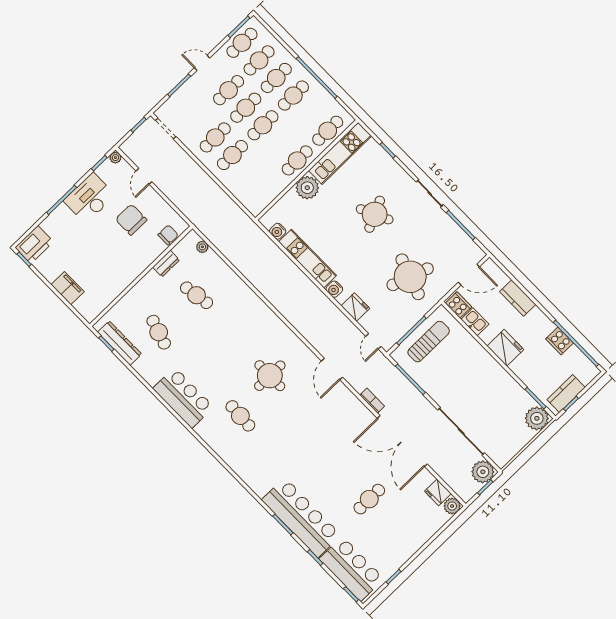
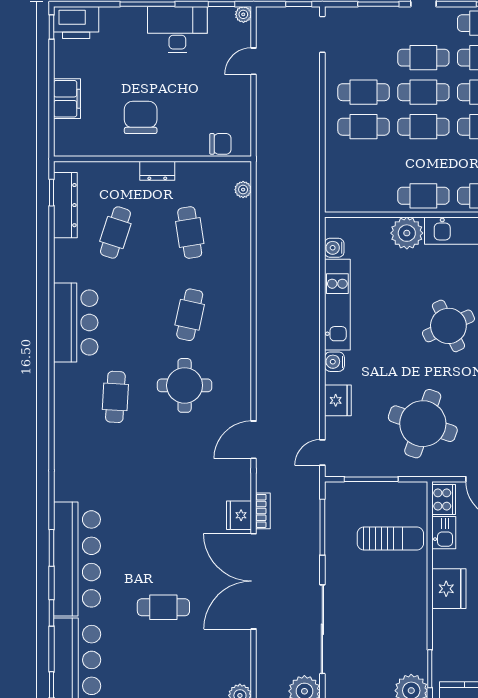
chair: (131, 220) -> (141, 117), moved
dresser: (166, 264) -> (157, 171), moved
cafe table: (237, 337) -> (190, 315), added
sun lounger: (429, 342) -> (390, 539), moved
fridge: (438, 492) -> (239, 515), moved

